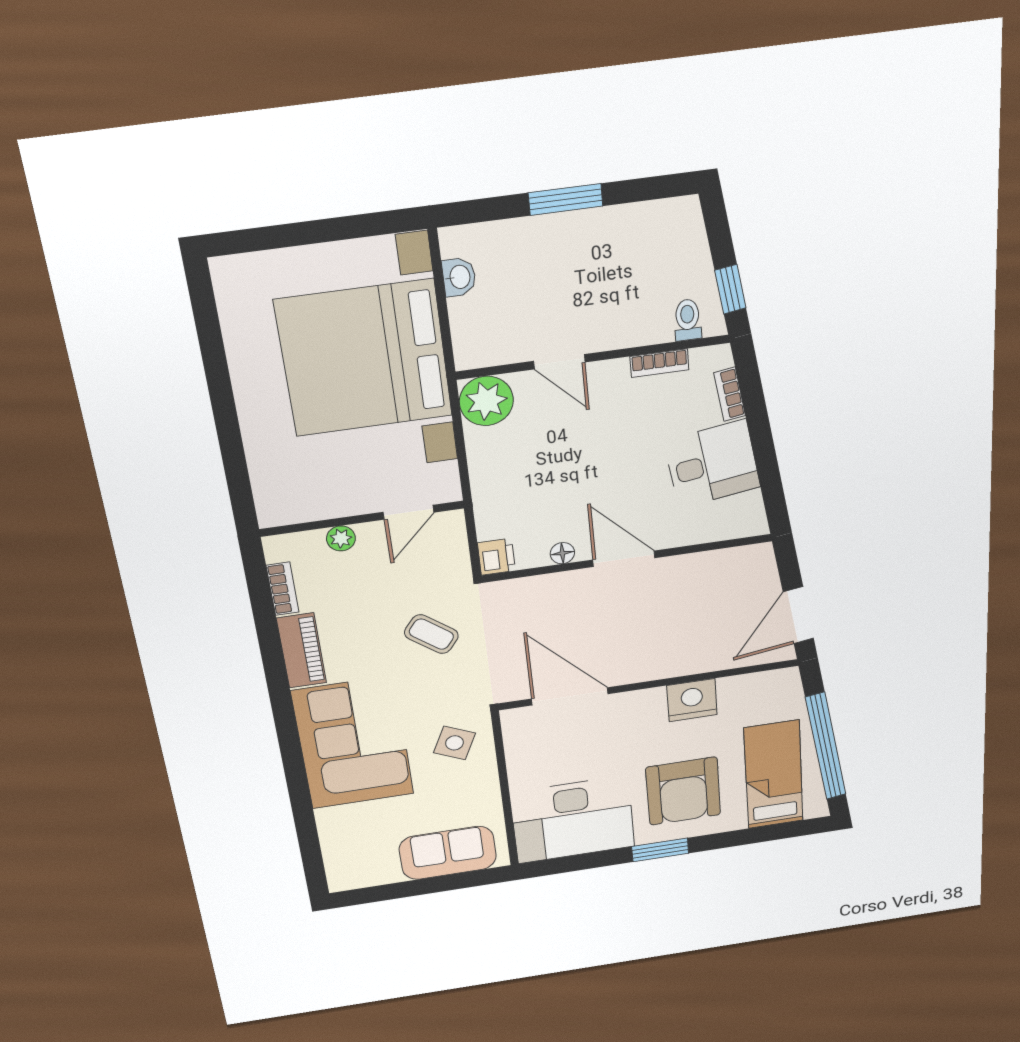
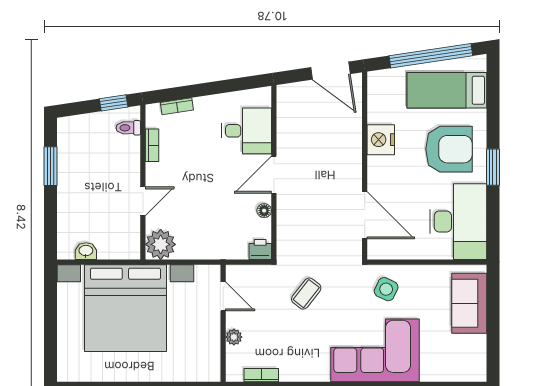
window: (566, 199) -> (50, 166), moved
desk: (712, 464) -> (247, 131), moved, turned 98
piano: (301, 651) -> (305, 371), removed
door: (570, 696) -> (365, 215), swing flipped

